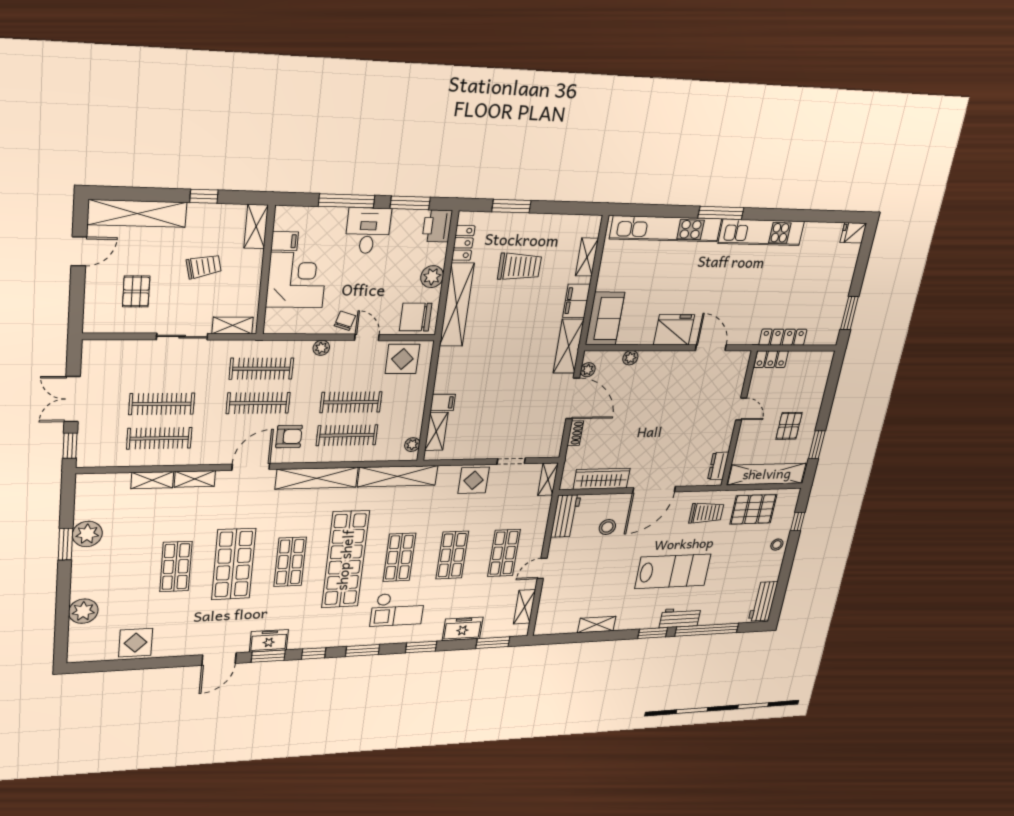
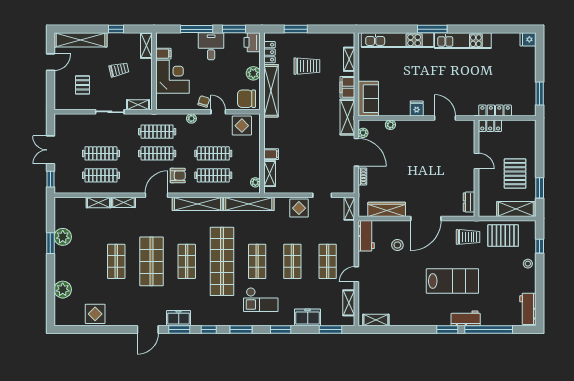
fridge: (674, 330) -> (417, 108), width x0.53, depth x0.75
pallet: (789, 426) -> (515, 174), width x1.50, depth x1.42
shelving: (767, 474) -> (516, 209), width x0.68
shelving: (597, 624) -> (376, 320), moved

